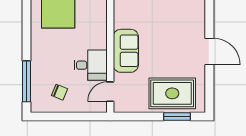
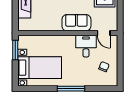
window: (27, 81) -> (71, 89), moved

